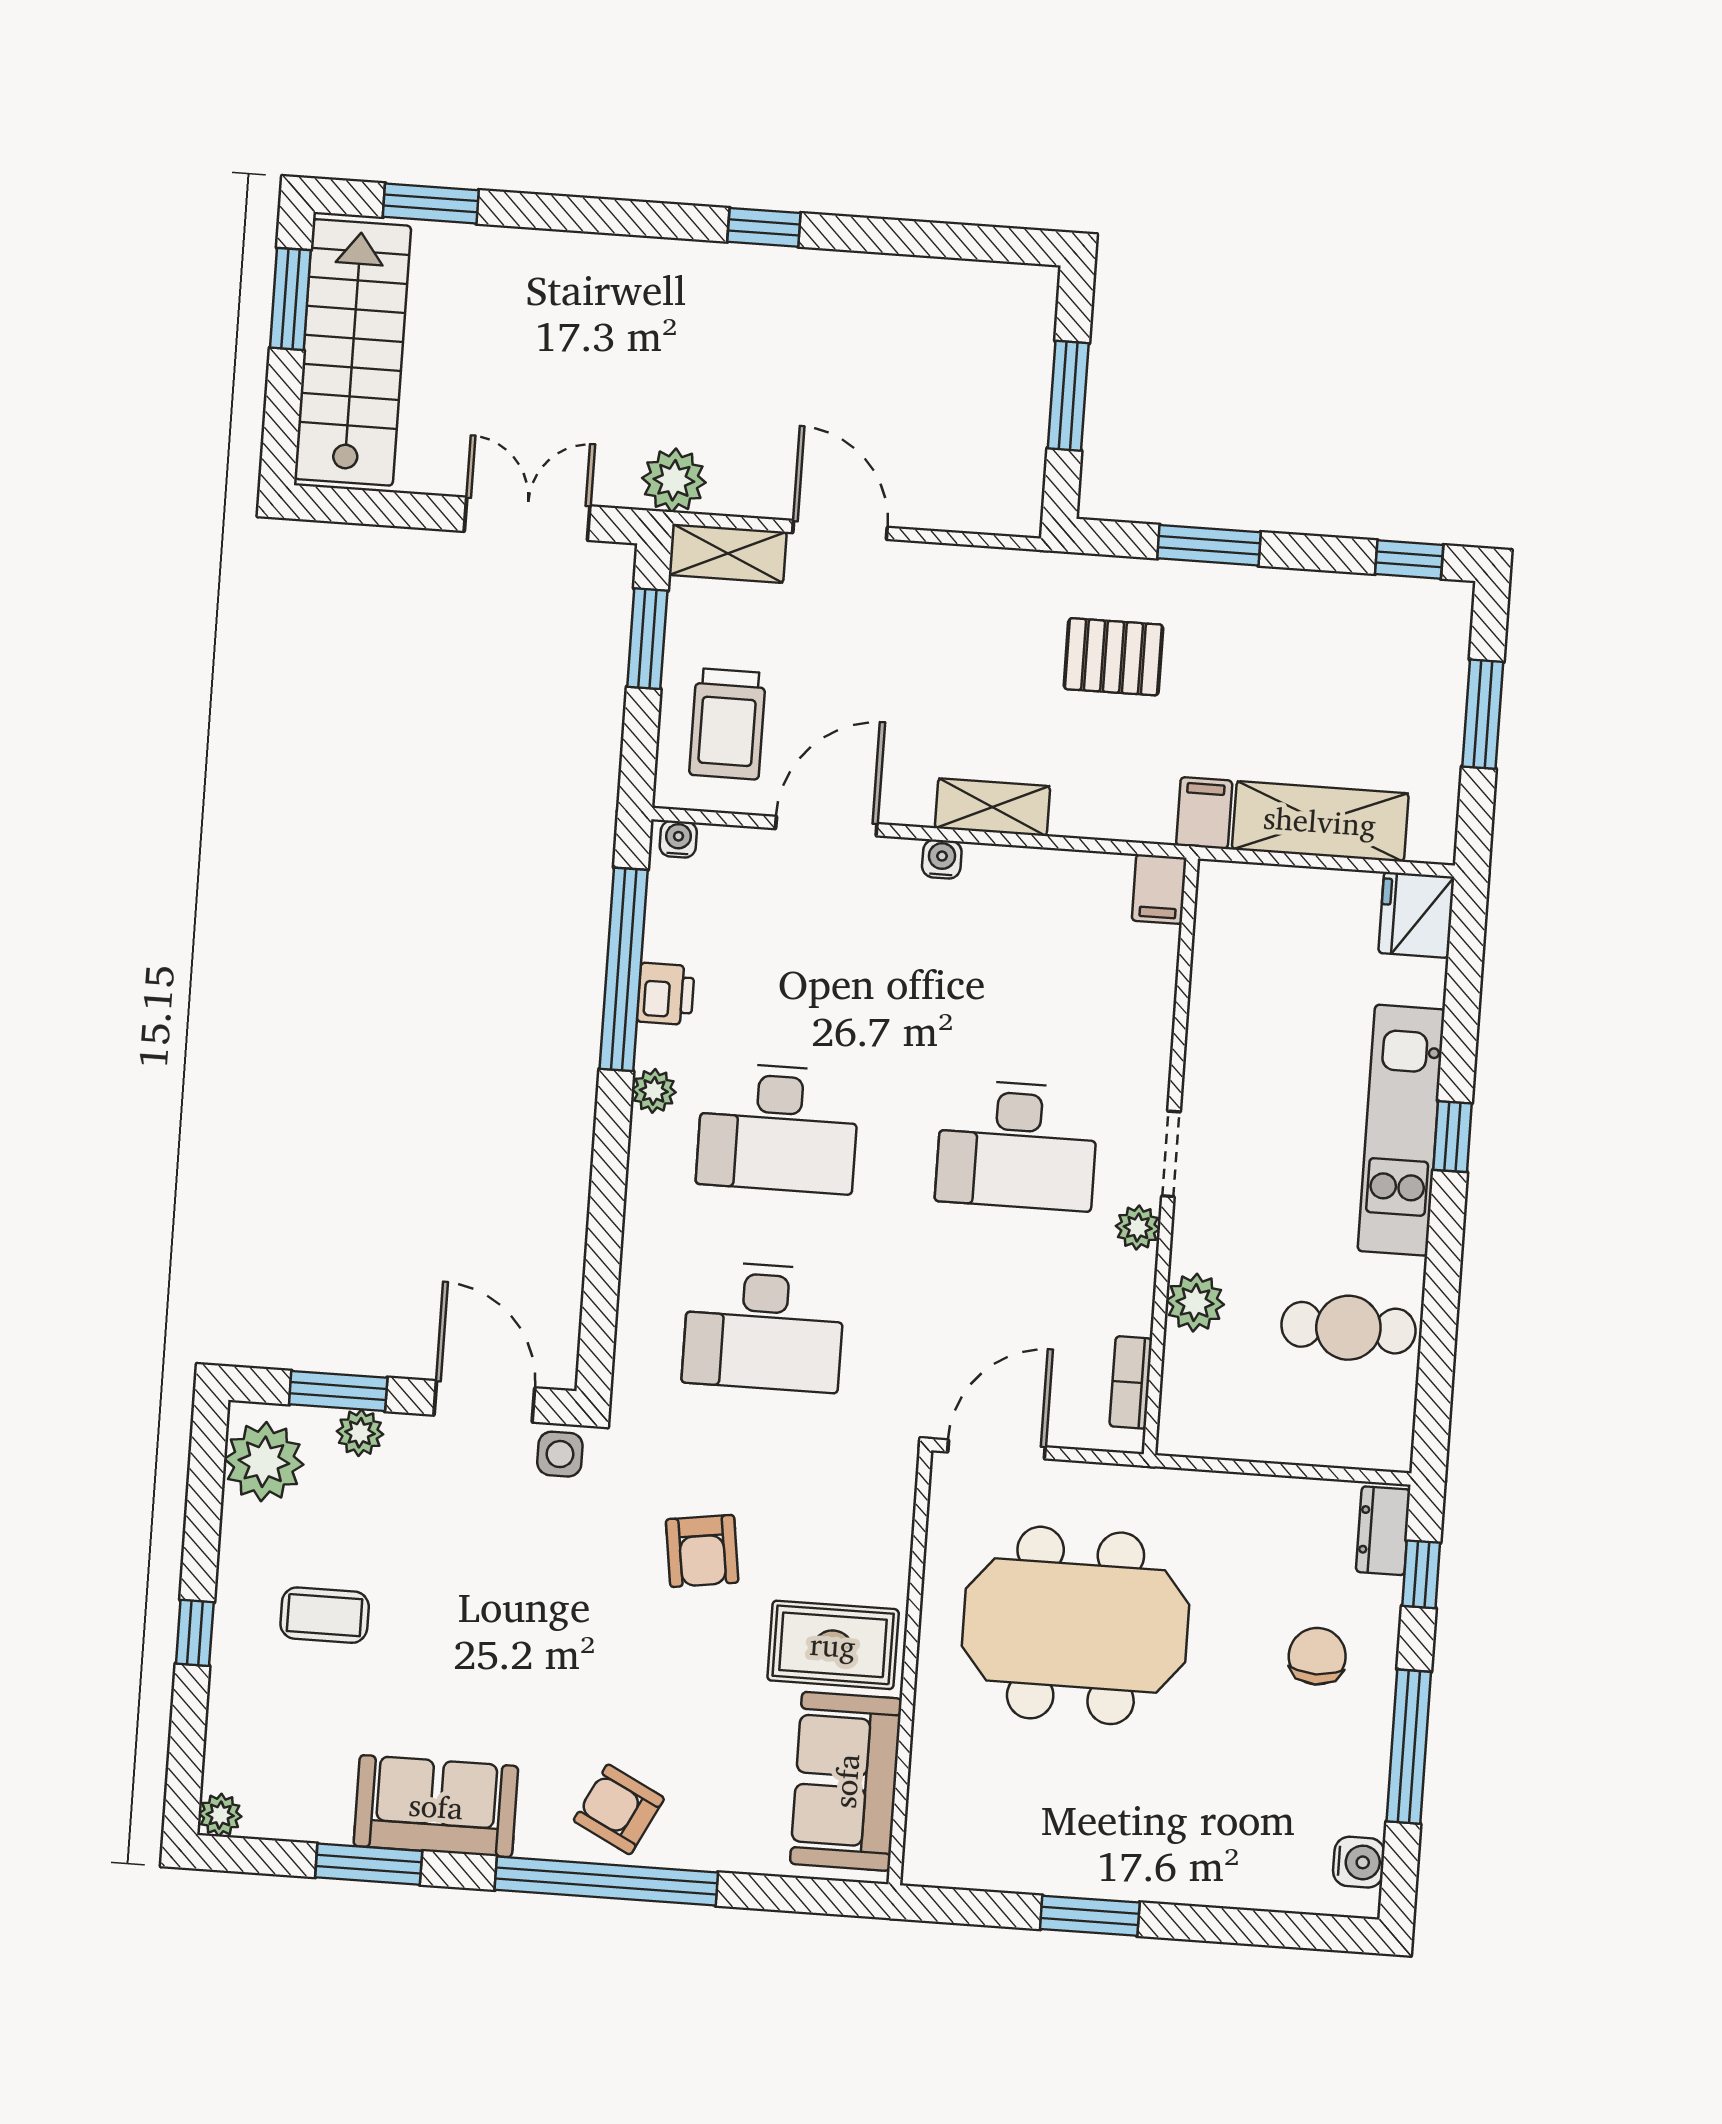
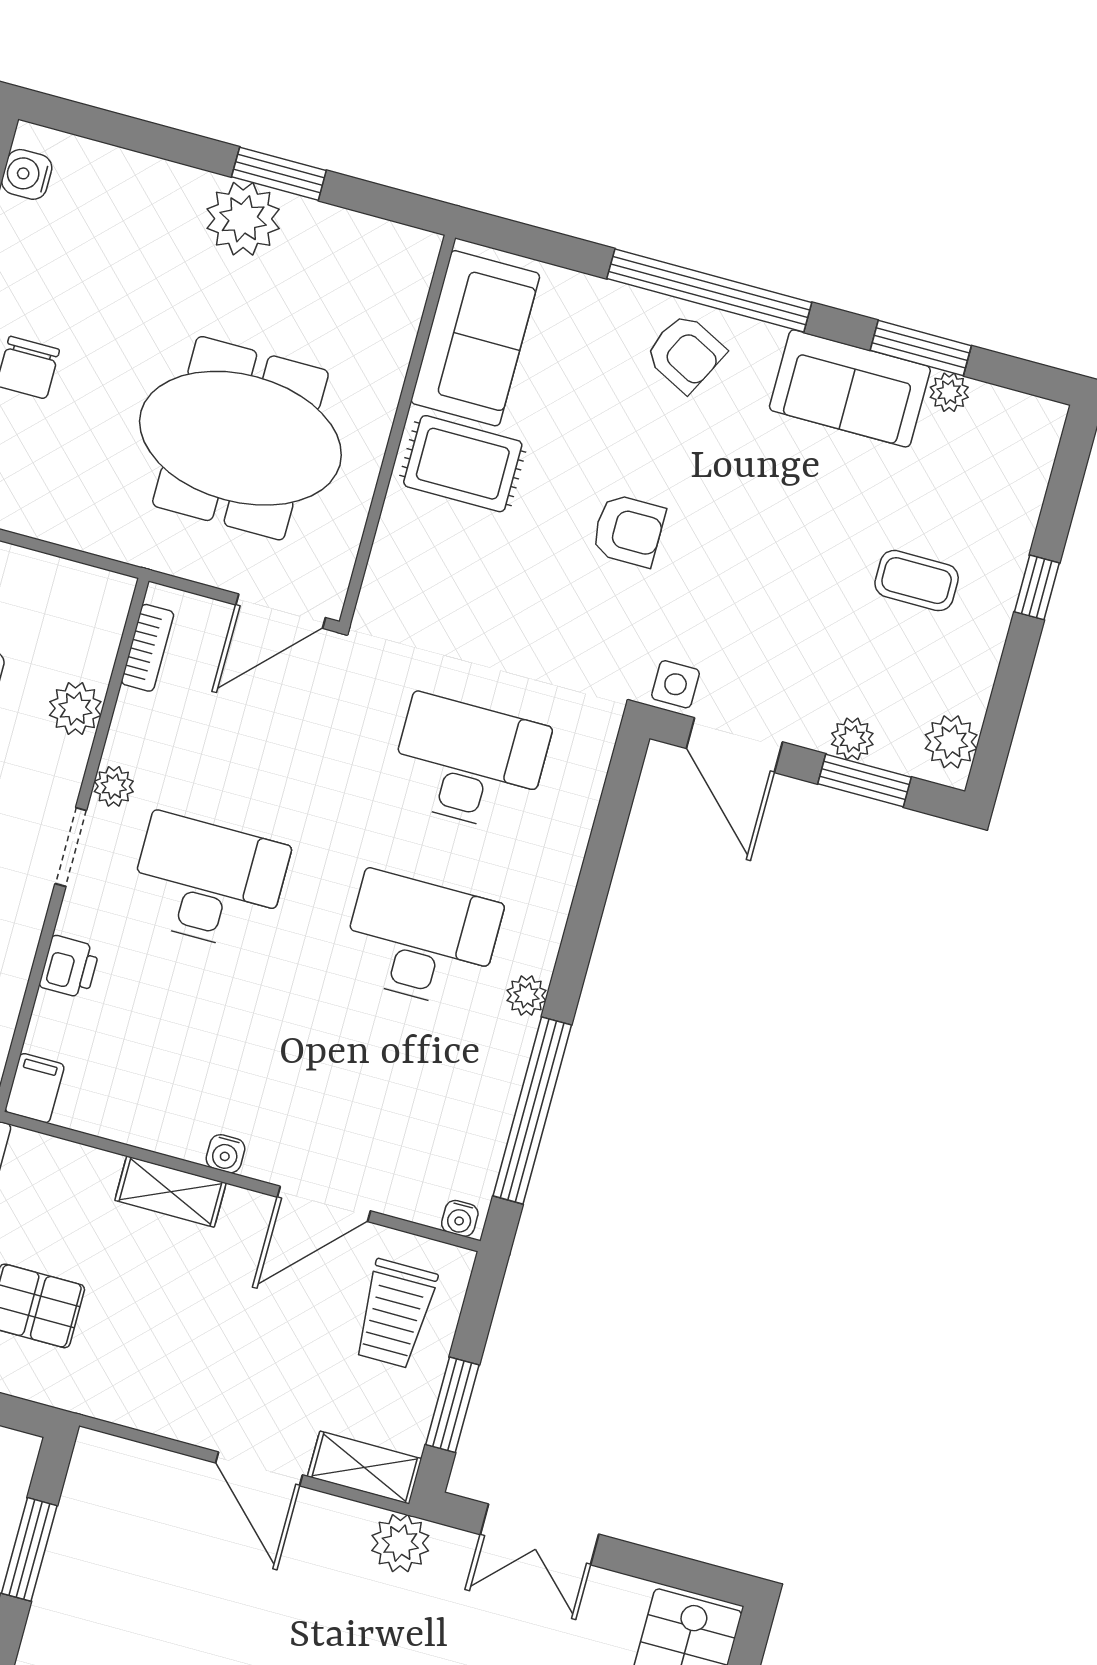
trolley: (728, 724) -> (395, 1314), turned 180
printer: (666, 994) -> (69, 967), moved, turned 180
plant: (264, 1462) -> (951, 742), width x0.73, depth x0.73
armchair: (702, 1551) -> (628, 530), moved, turned 98
plant: (220, 1815) -> (949, 392), moved
plant: (1119, 1860) -> (243, 219), added

